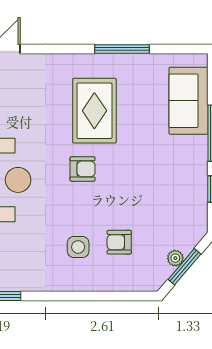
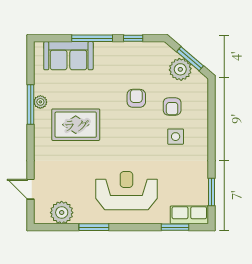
plant: (125, 62) -> (40, 102), added
armchair: (83, 169) -> (136, 98), moved
plant: (175, 258) -> (180, 69), width x1.88, depth x1.88

